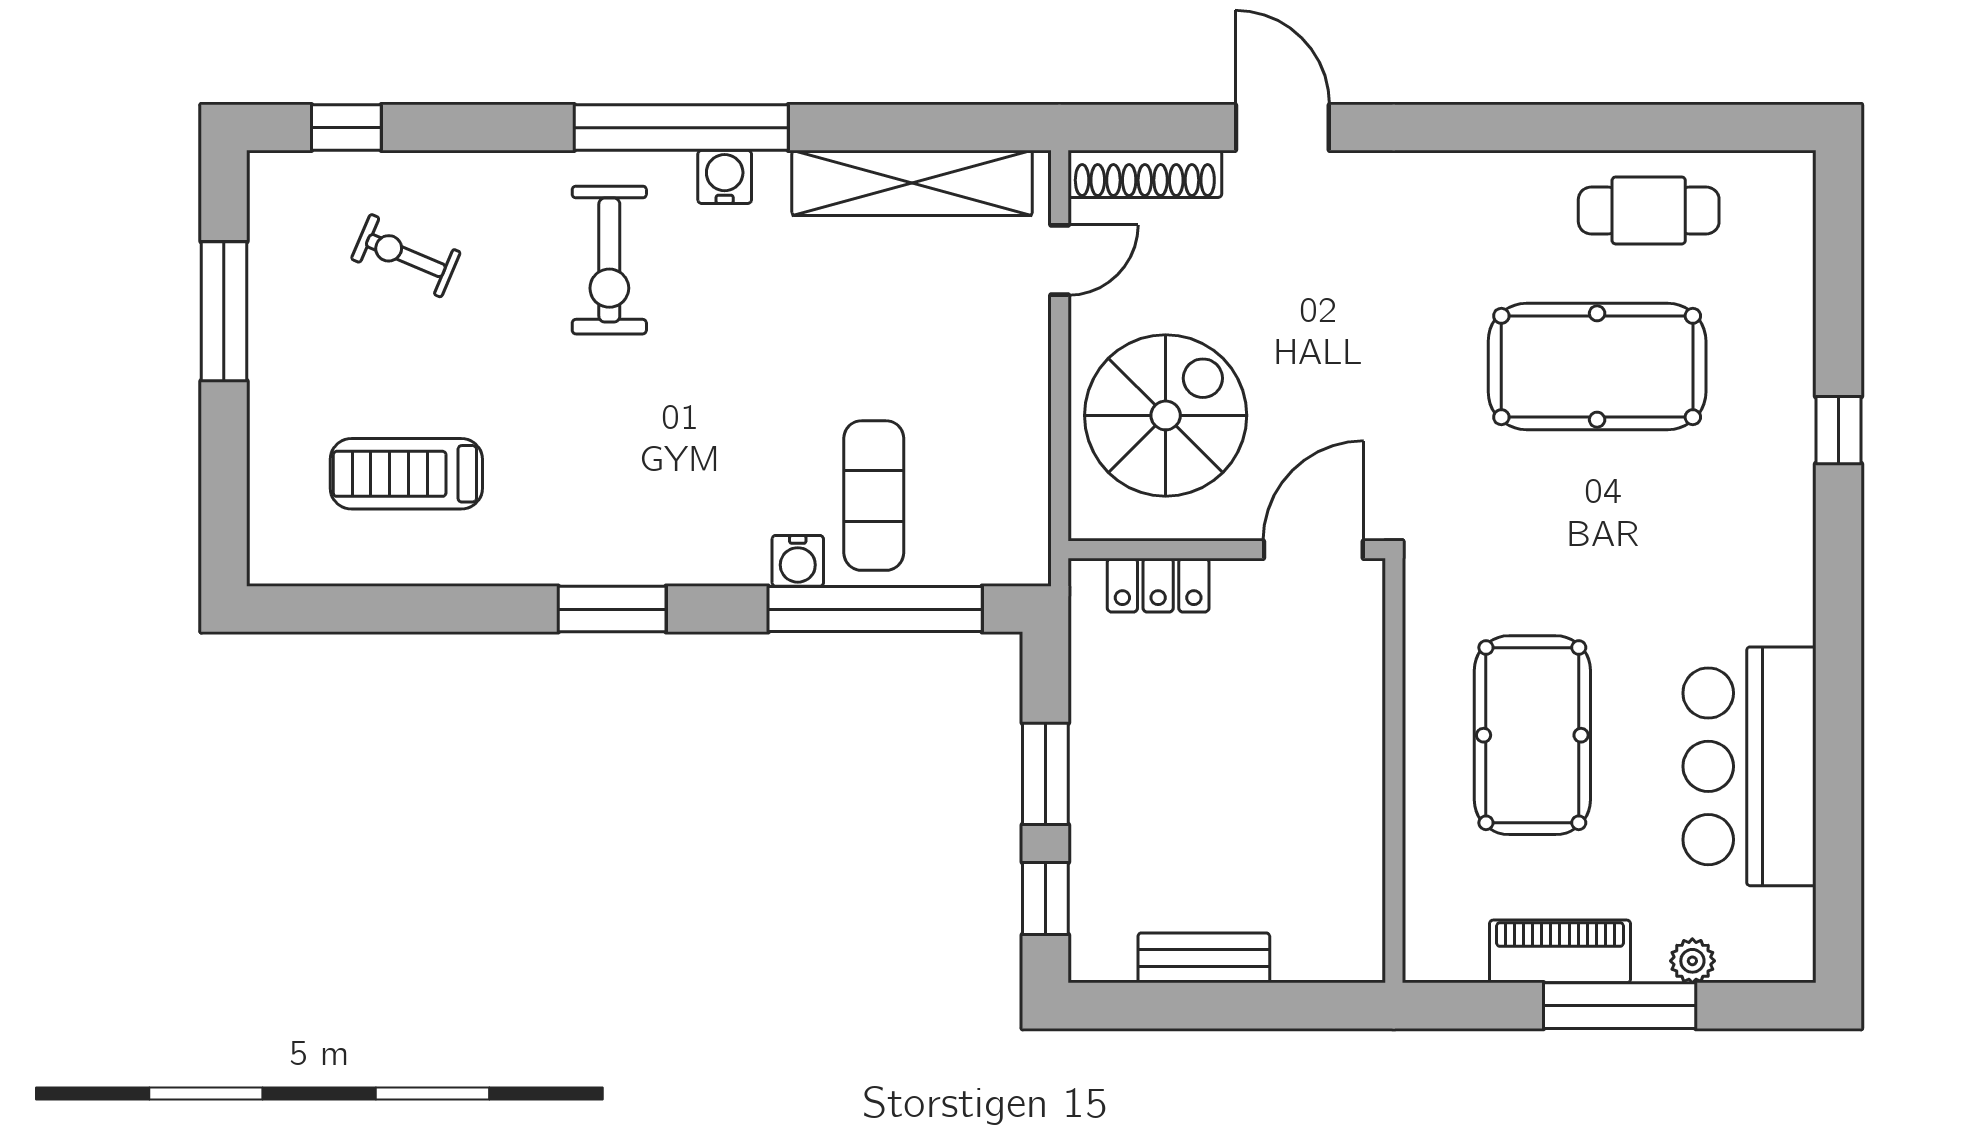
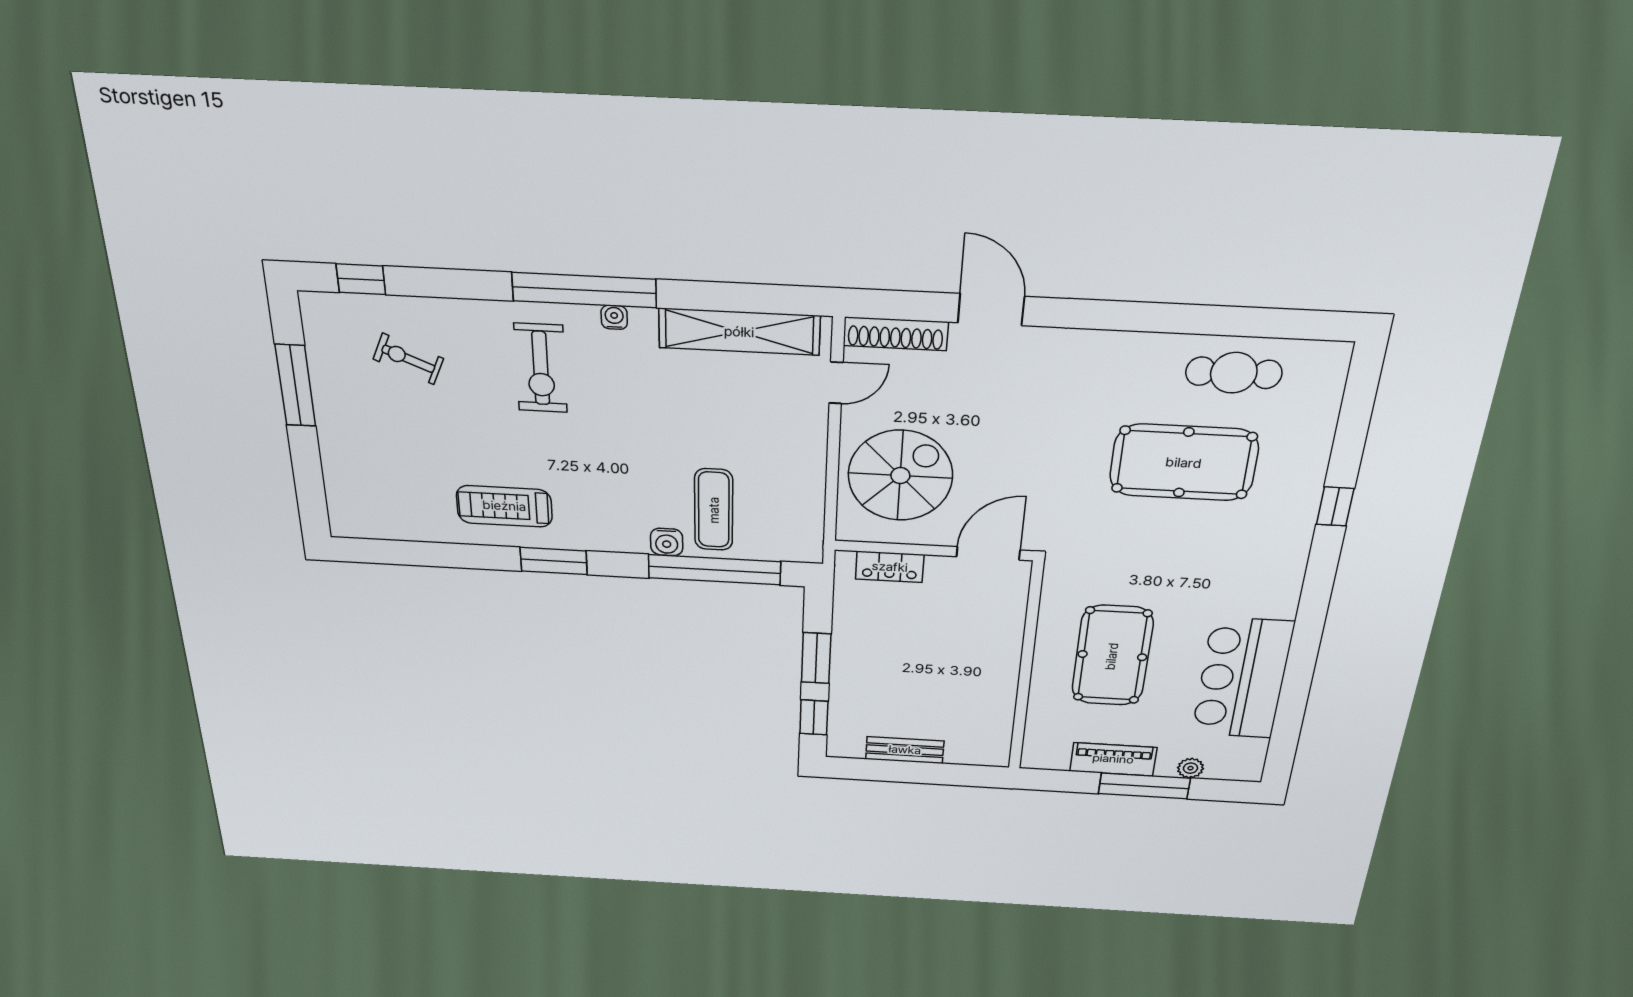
water cooler: (725, 177) -> (614, 317), width x0.72, depth x0.72
treadmill: (406, 474) -> (504, 506), moved

